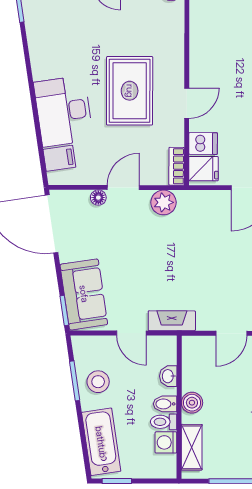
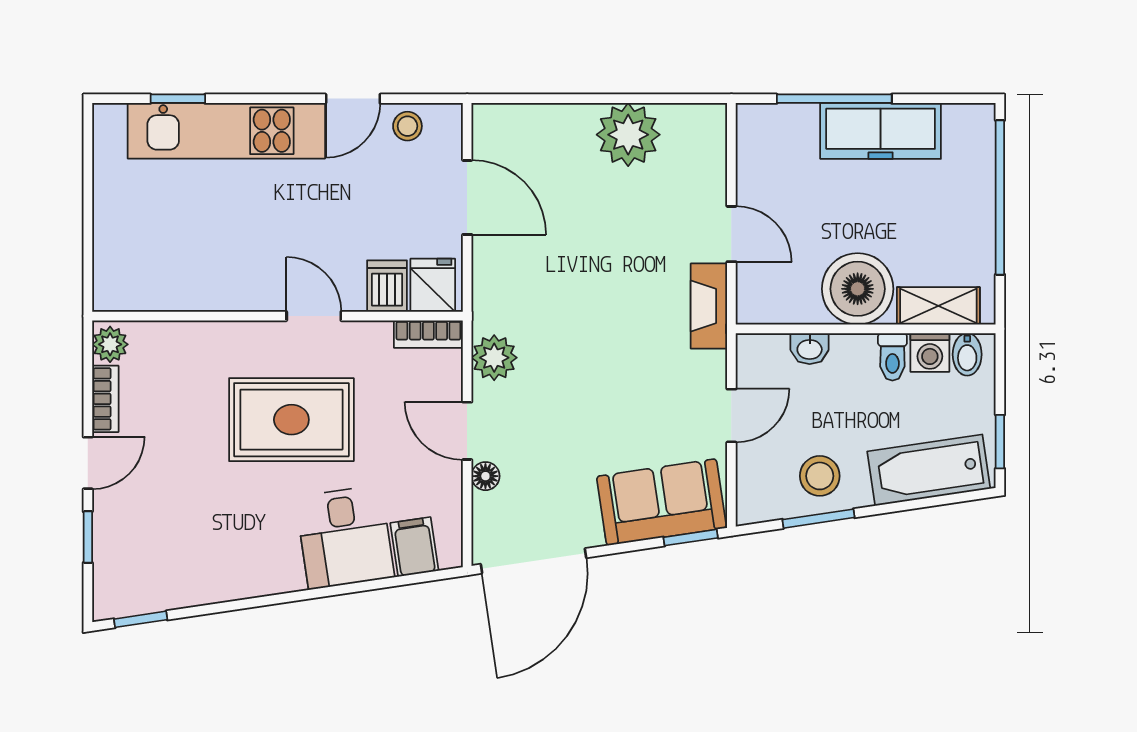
desk: (64, 111) -> (345, 537), width x0.73
fireplace: (172, 321) -> (709, 306), moved
boiler: (192, 403) -> (858, 289), width x1.86, depth x1.86
bidet: (165, 404) -> (967, 354), moved

